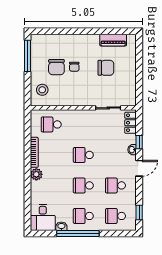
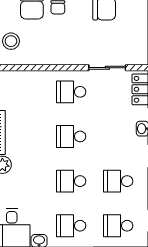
school desk: (51, 124) -> (71, 92), moved

